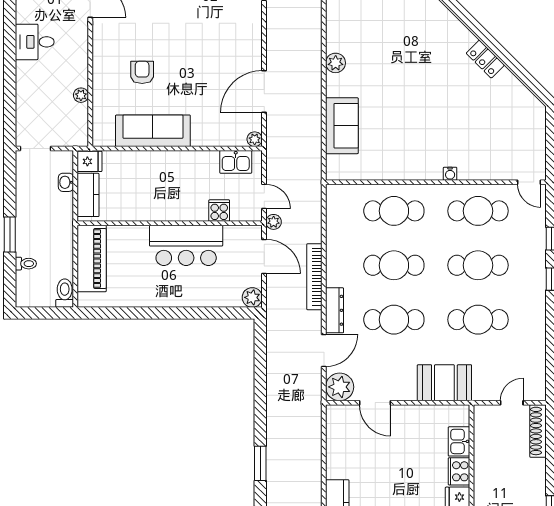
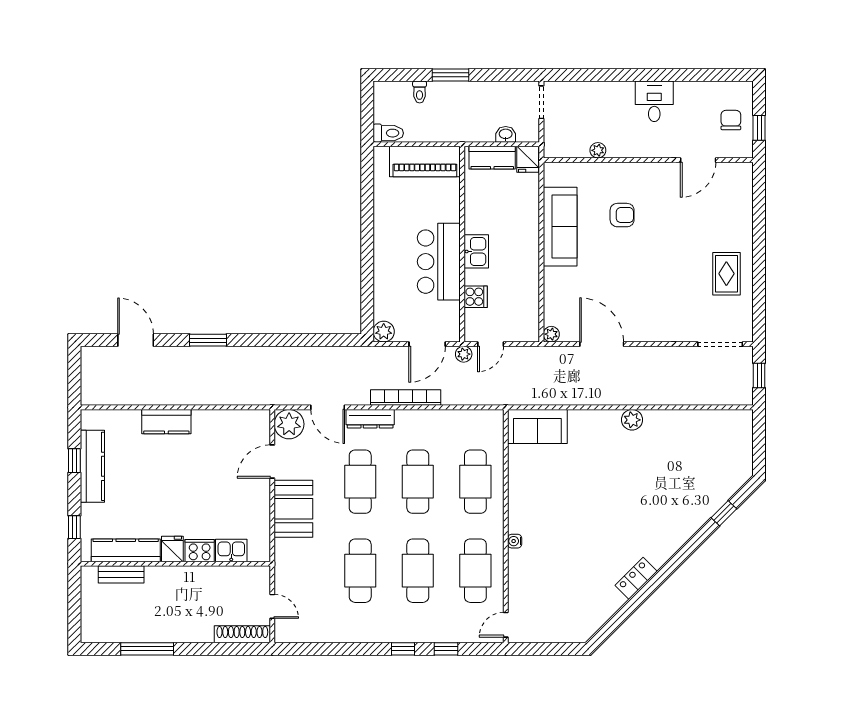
sofa: (342, 126) -> (537, 427), moved
kitchen sink: (236, 162) -> (476, 251), moved, turned 180
booth: (444, 383) -> (293, 509), moved

